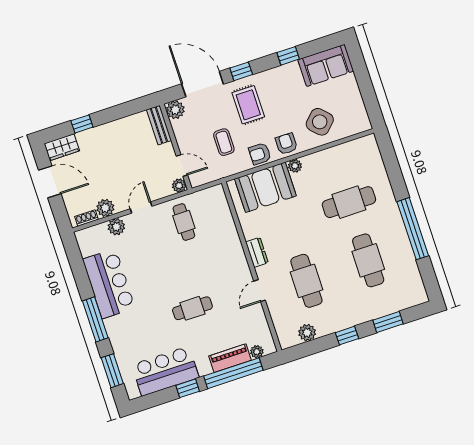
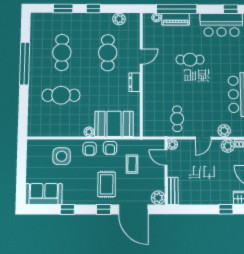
side table: (320, 122) -> (62, 156), turned 45
armchair: (260, 154) -> (110, 148), turned 90
window: (188, 388) -> (231, 9), moved

